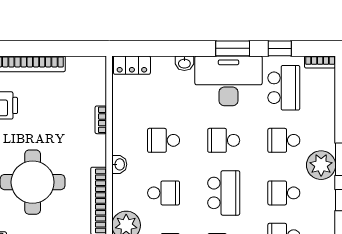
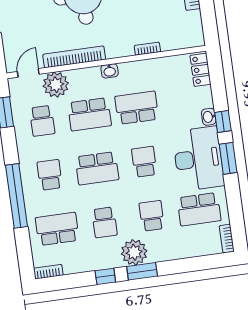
window: (280, 48) -> (223, 122), moved
school desk: (164, 140) -> (137, 108), width x1.85
school desk: (164, 193) -> (89, 114), width x1.85
school desk: (284, 193) -> (104, 222), turned 180

